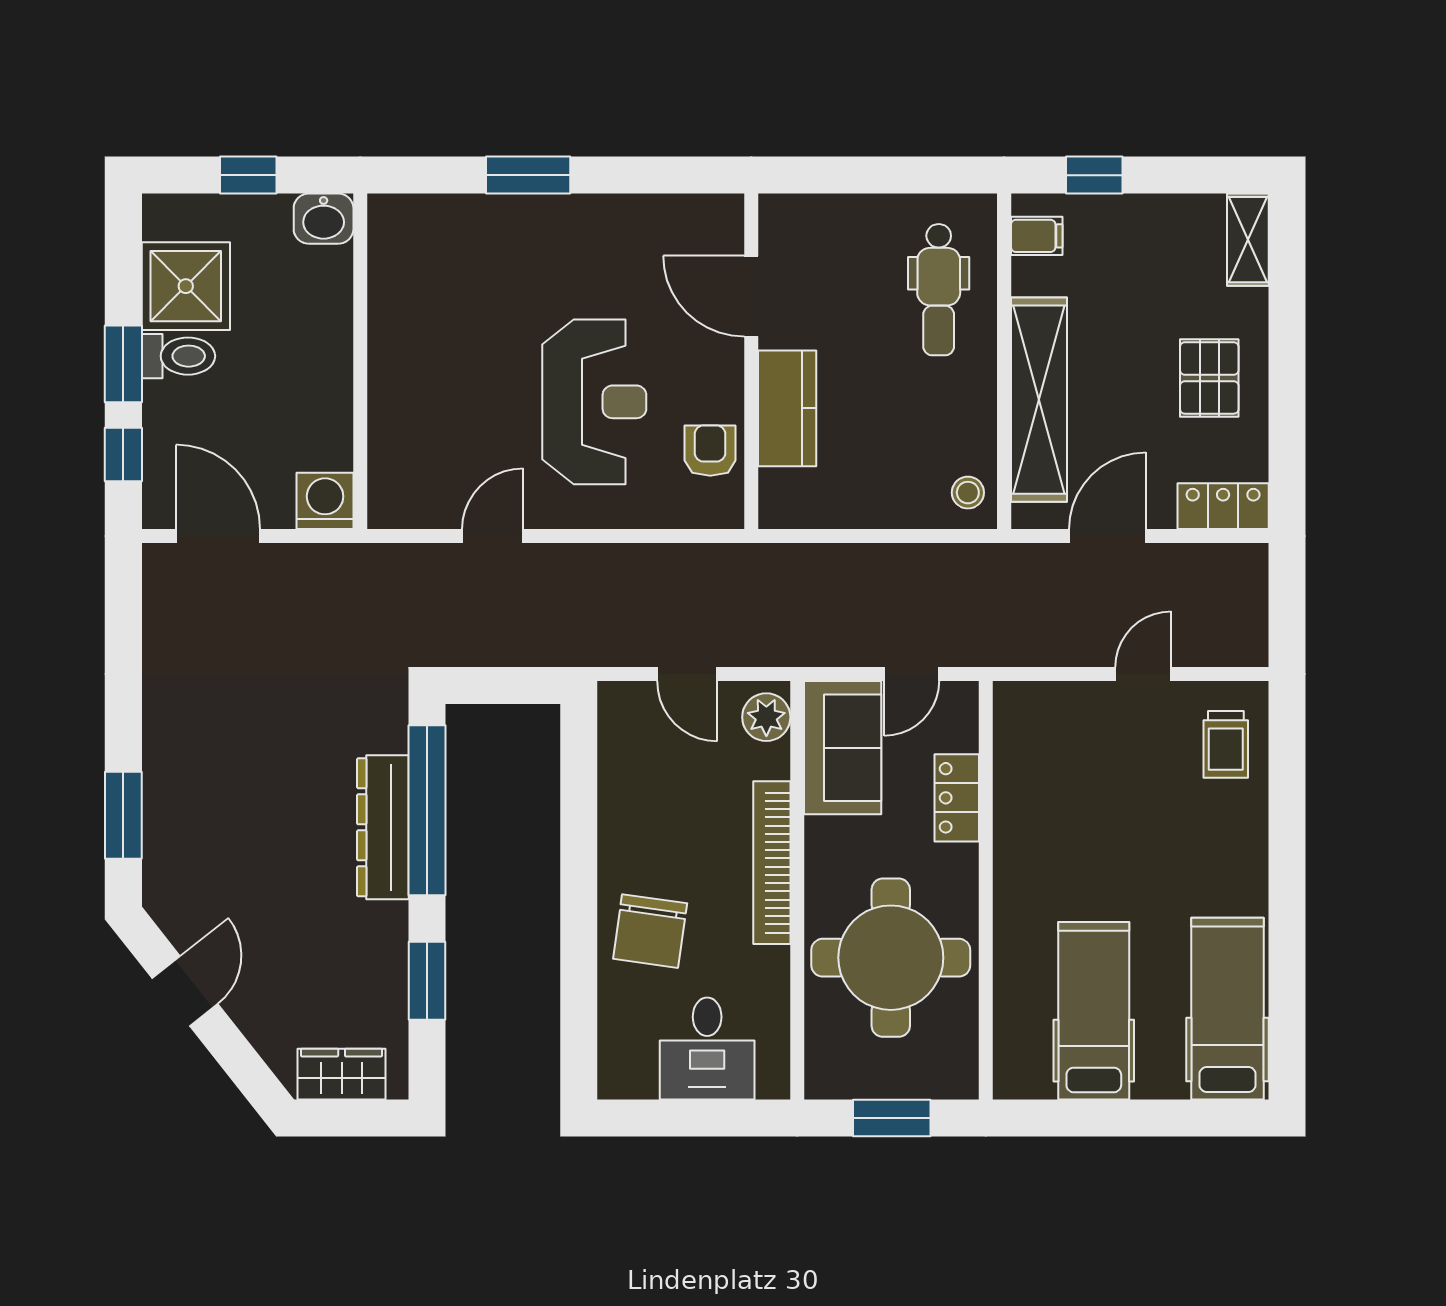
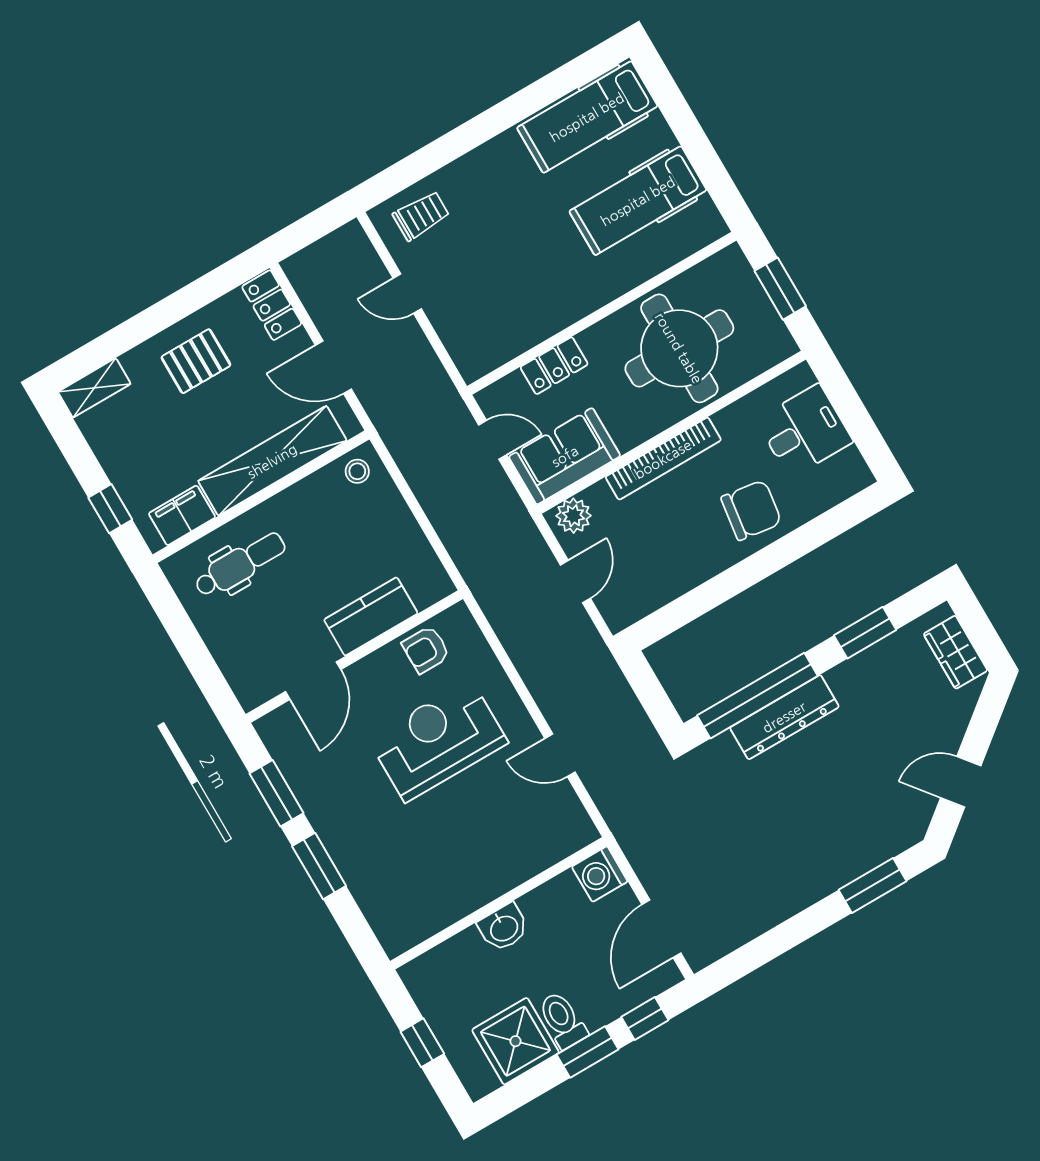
window: (643, 175) -> (277, 793), added
washbasin: (324, 219) -> (504, 928), moved, turned 90
filing cabinet: (1037, 236) -> (182, 515), width x2.00

